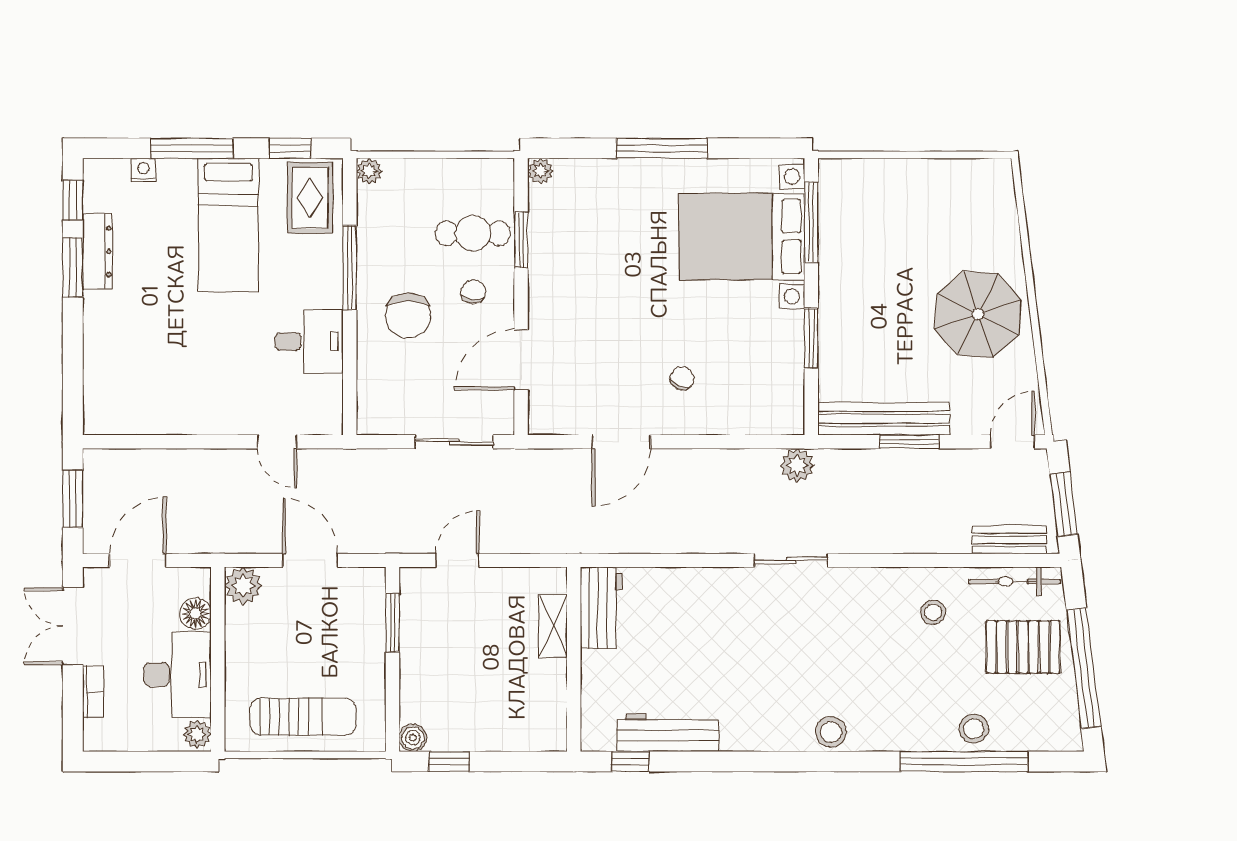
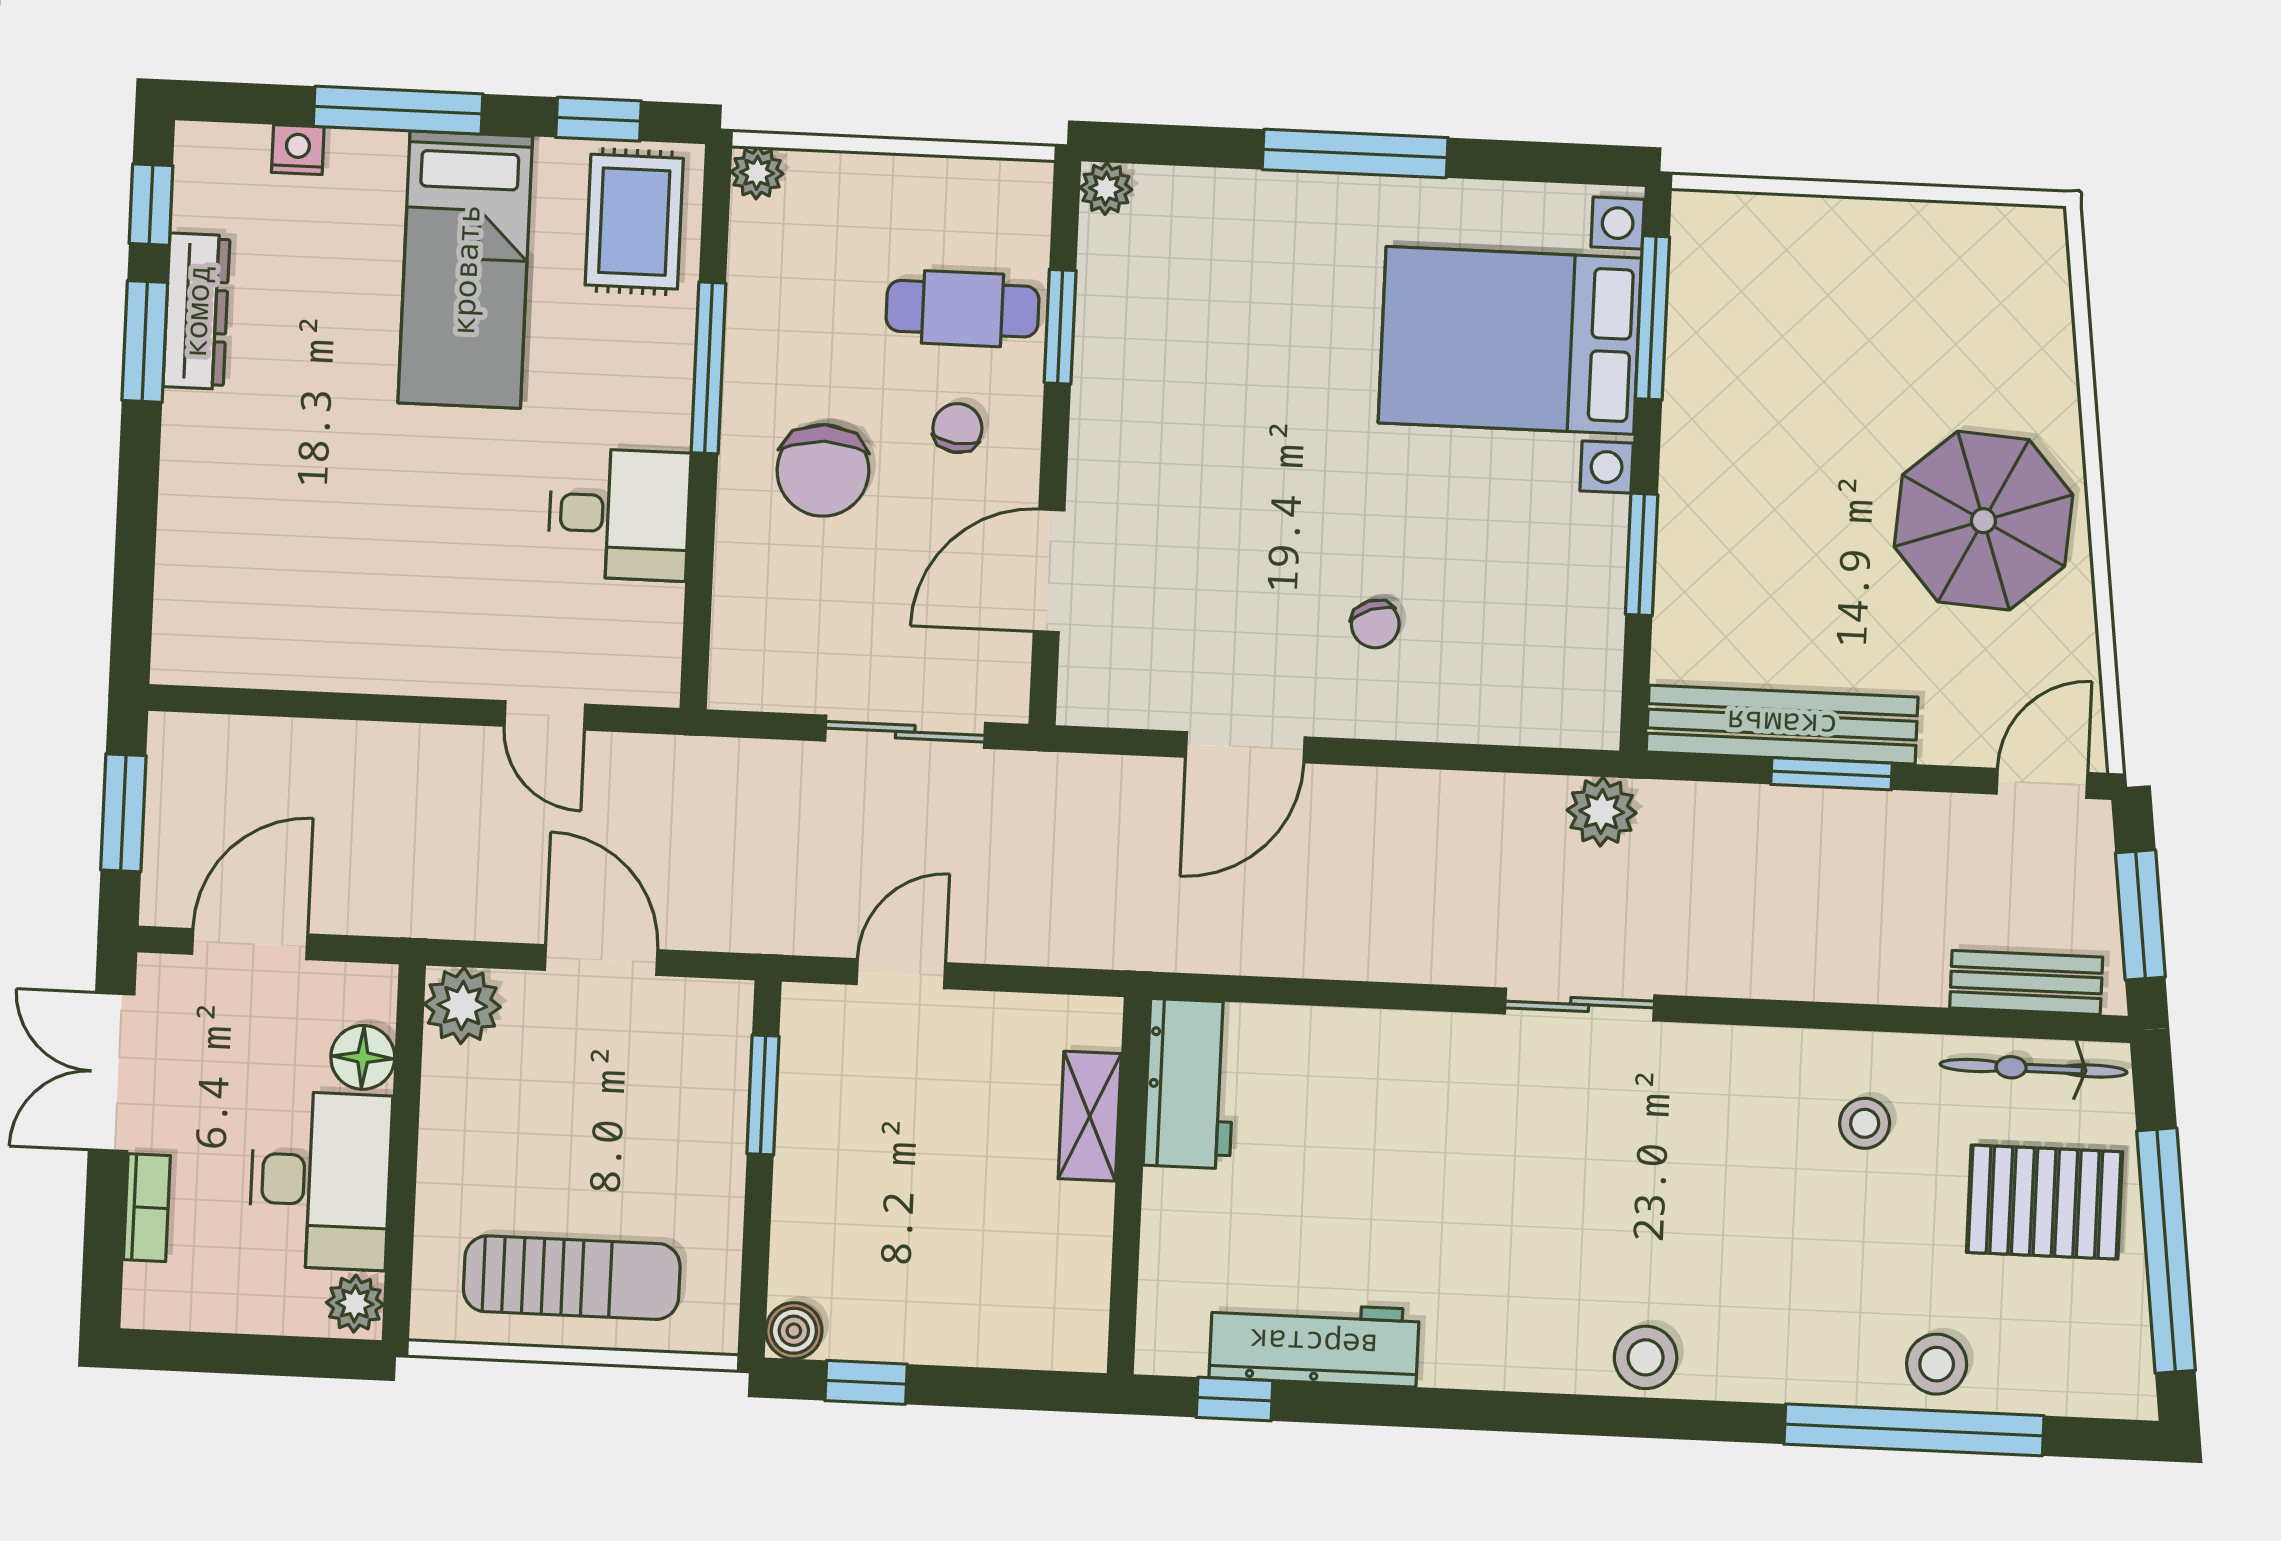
chair: (682, 379) -> (1375, 624), turned 137

